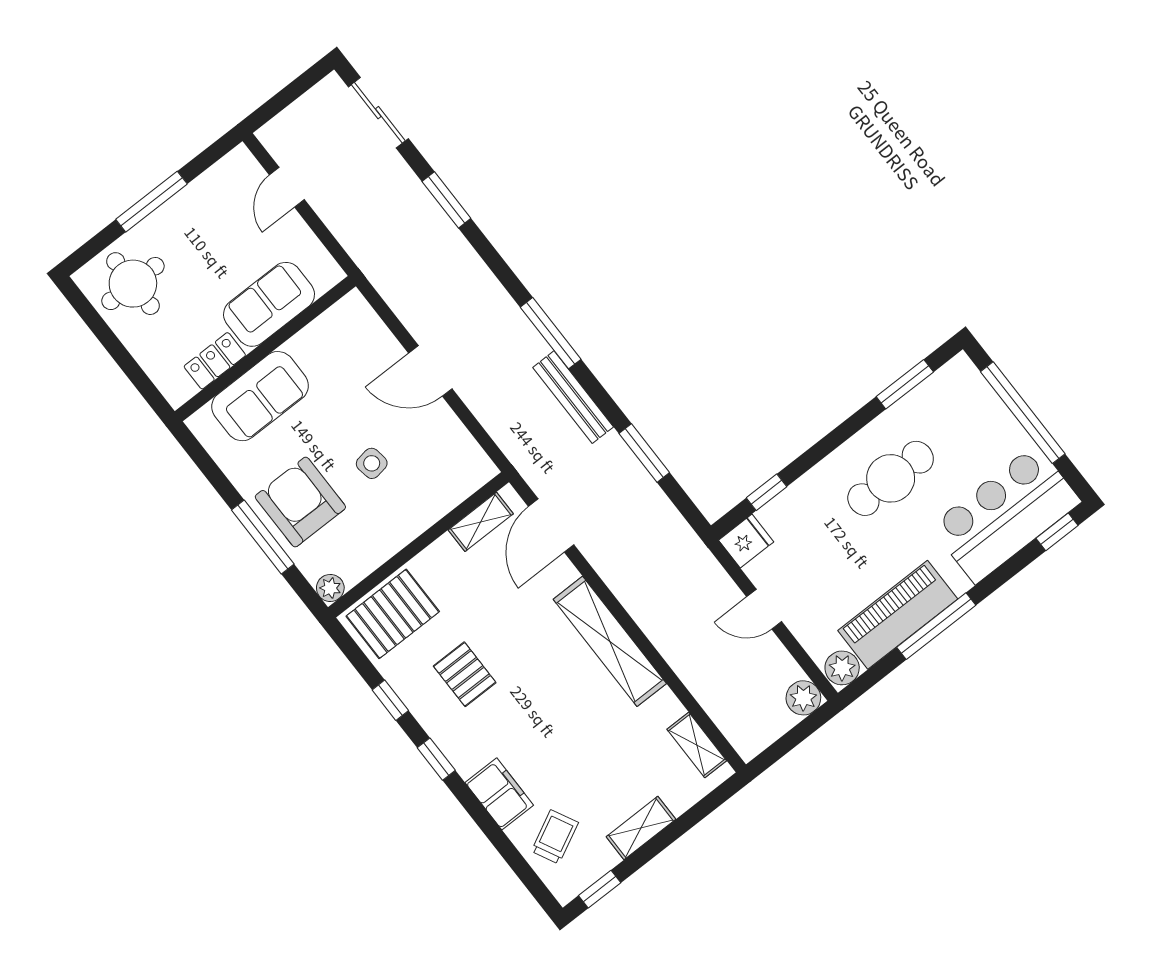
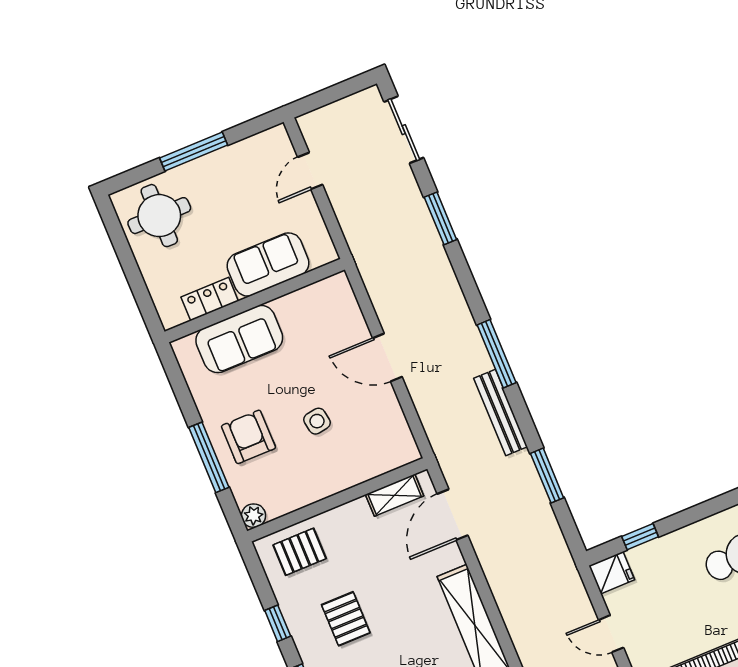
armchair: (300, 502) -> (248, 437), width x0.73, depth x0.73
pallet: (393, 614) -> (300, 552), width x0.67, depth x0.71

